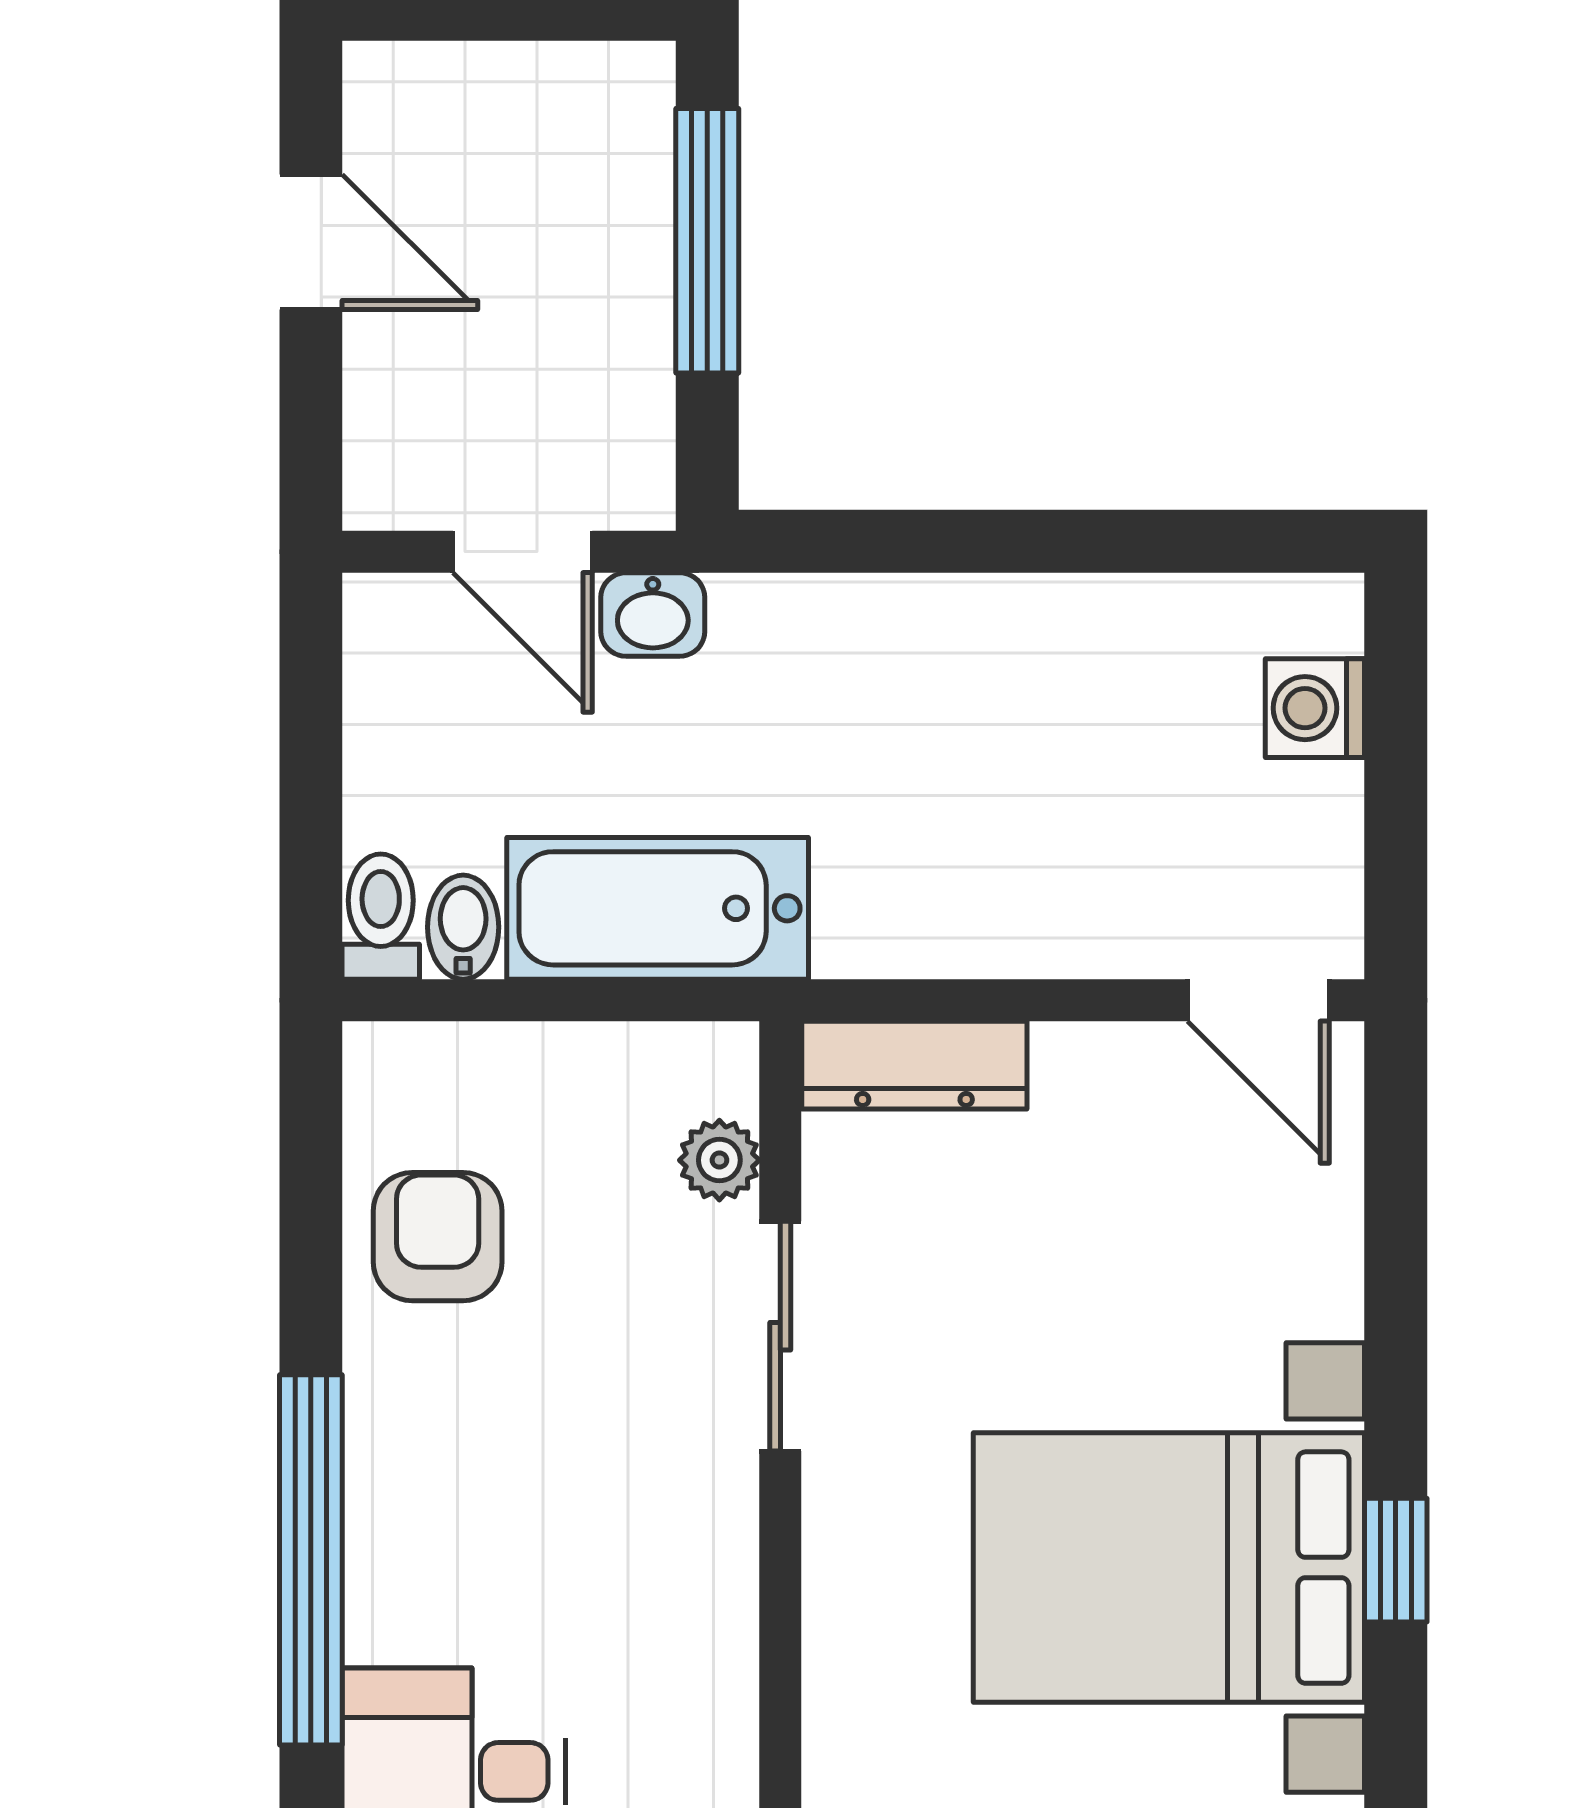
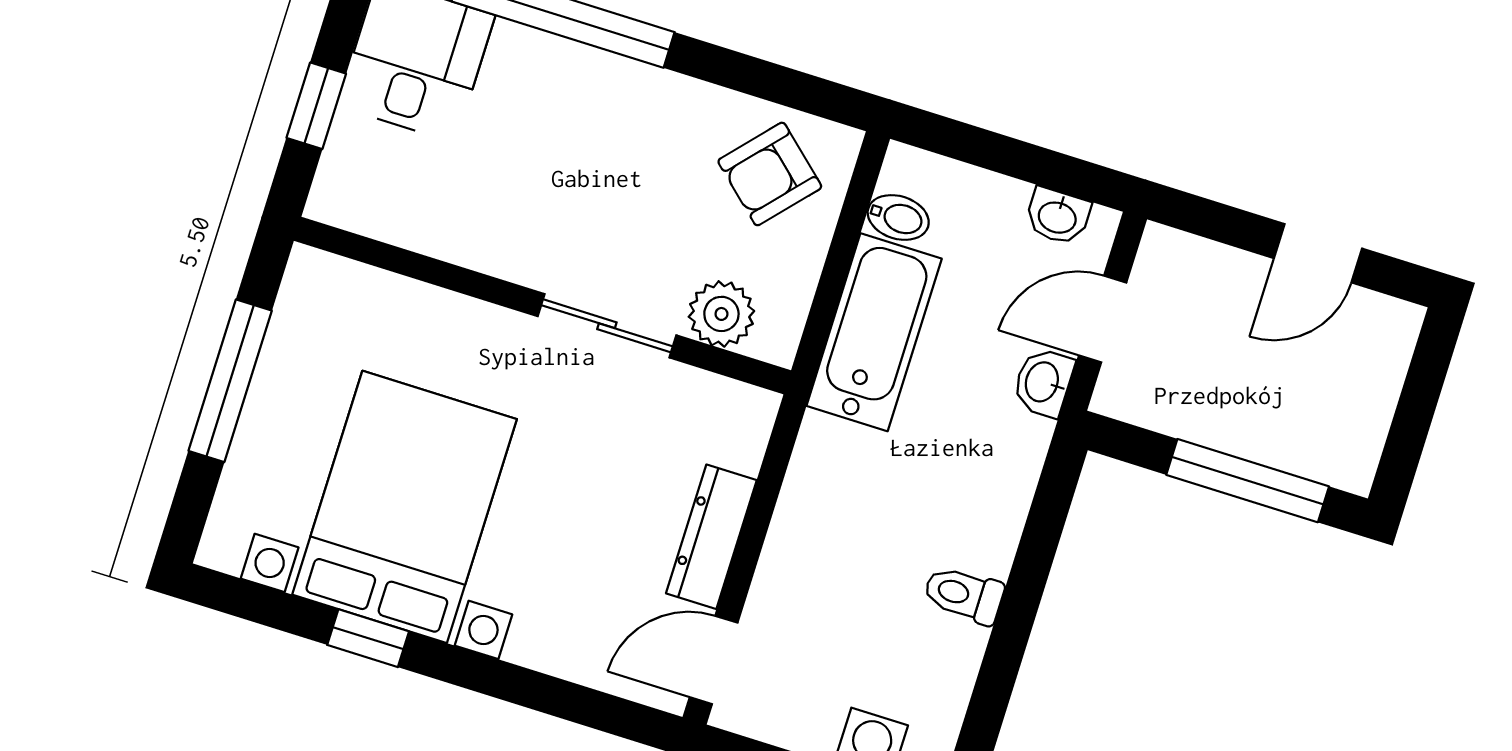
washbasin: (382, 674) -> (1058, 216), added
toilet: (381, 917) -> (964, 595), moved, turned 180
dresser: (914, 1065) -> (711, 537), moved
plant: (719, 1160) -> (721, 314), width x1.38, depth x1.38
armchair: (438, 1237) -> (770, 174), moved, turned 132

